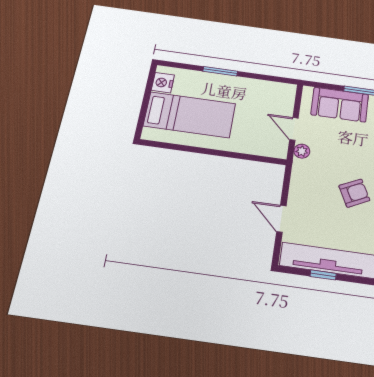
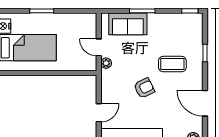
door: (281, 219) -> (99, 113), swing flipped

